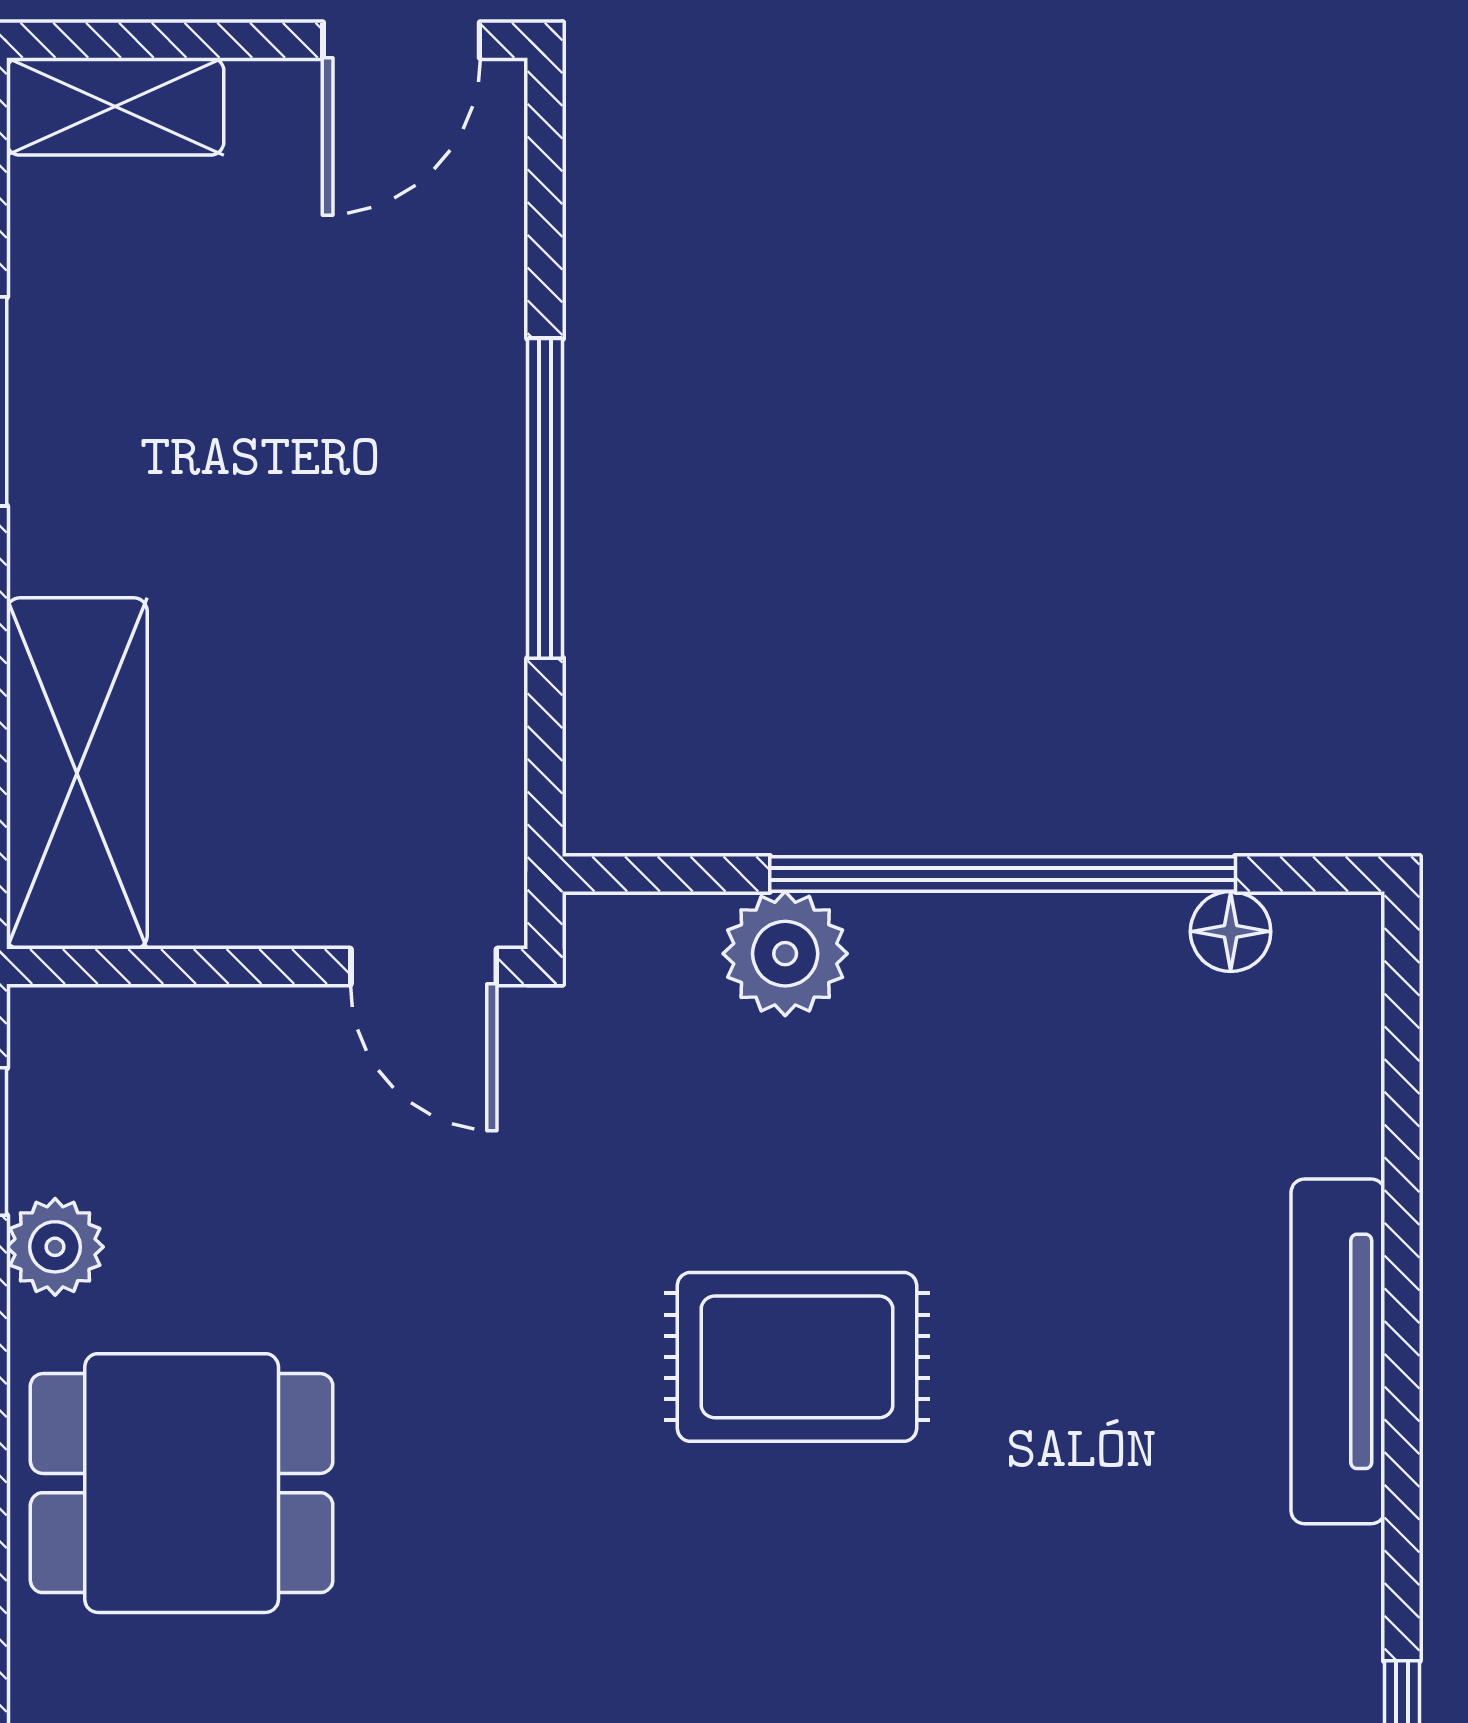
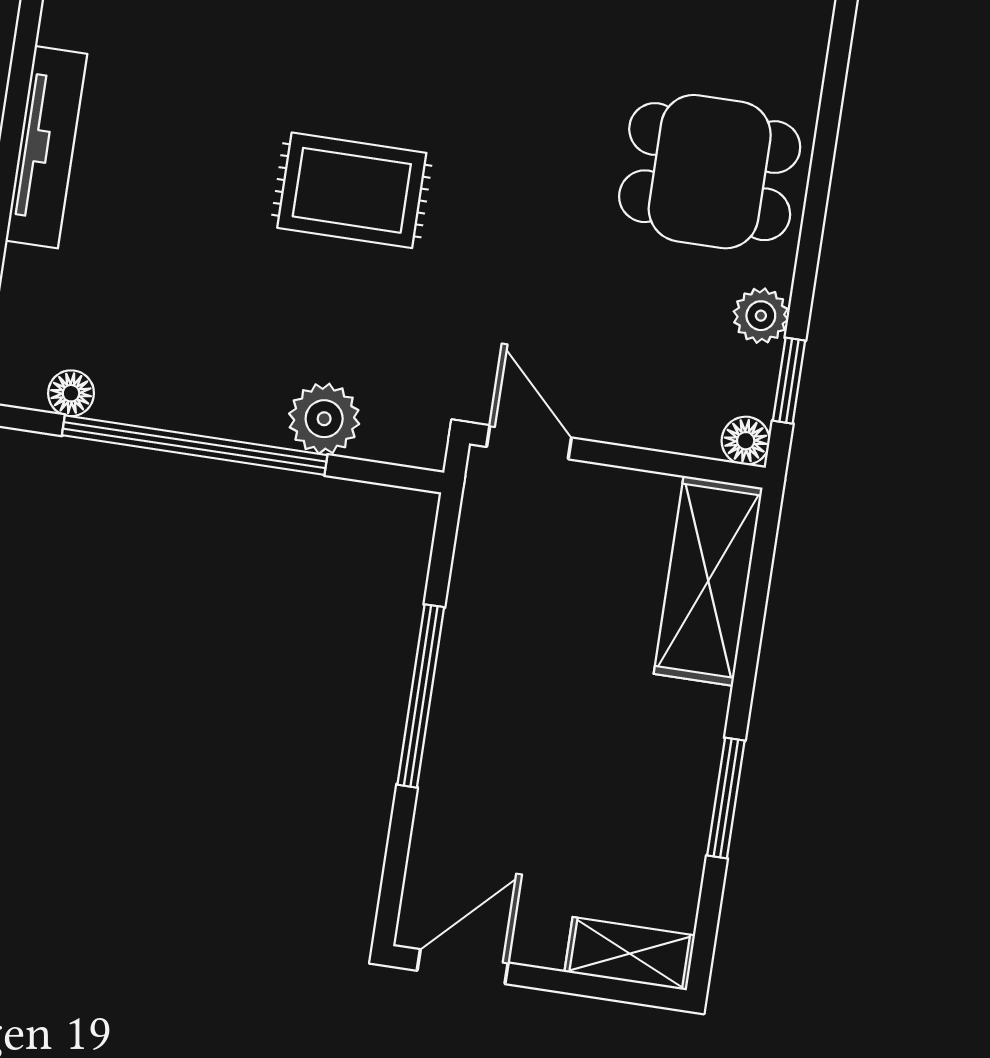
floor lamp: (49, 1026) -> (746, 441), added

